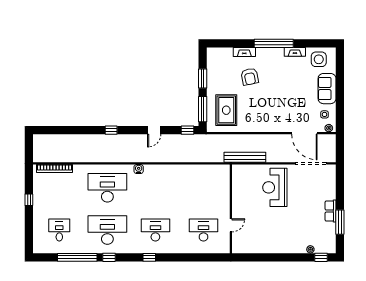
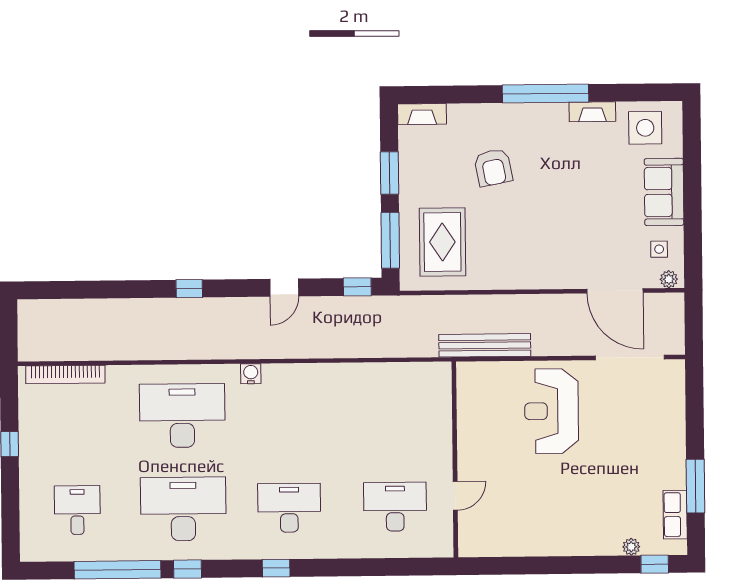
fireplace: (244, 52) -> (422, 114), moved
row of seats: (331, 211) -> (675, 515), moved

